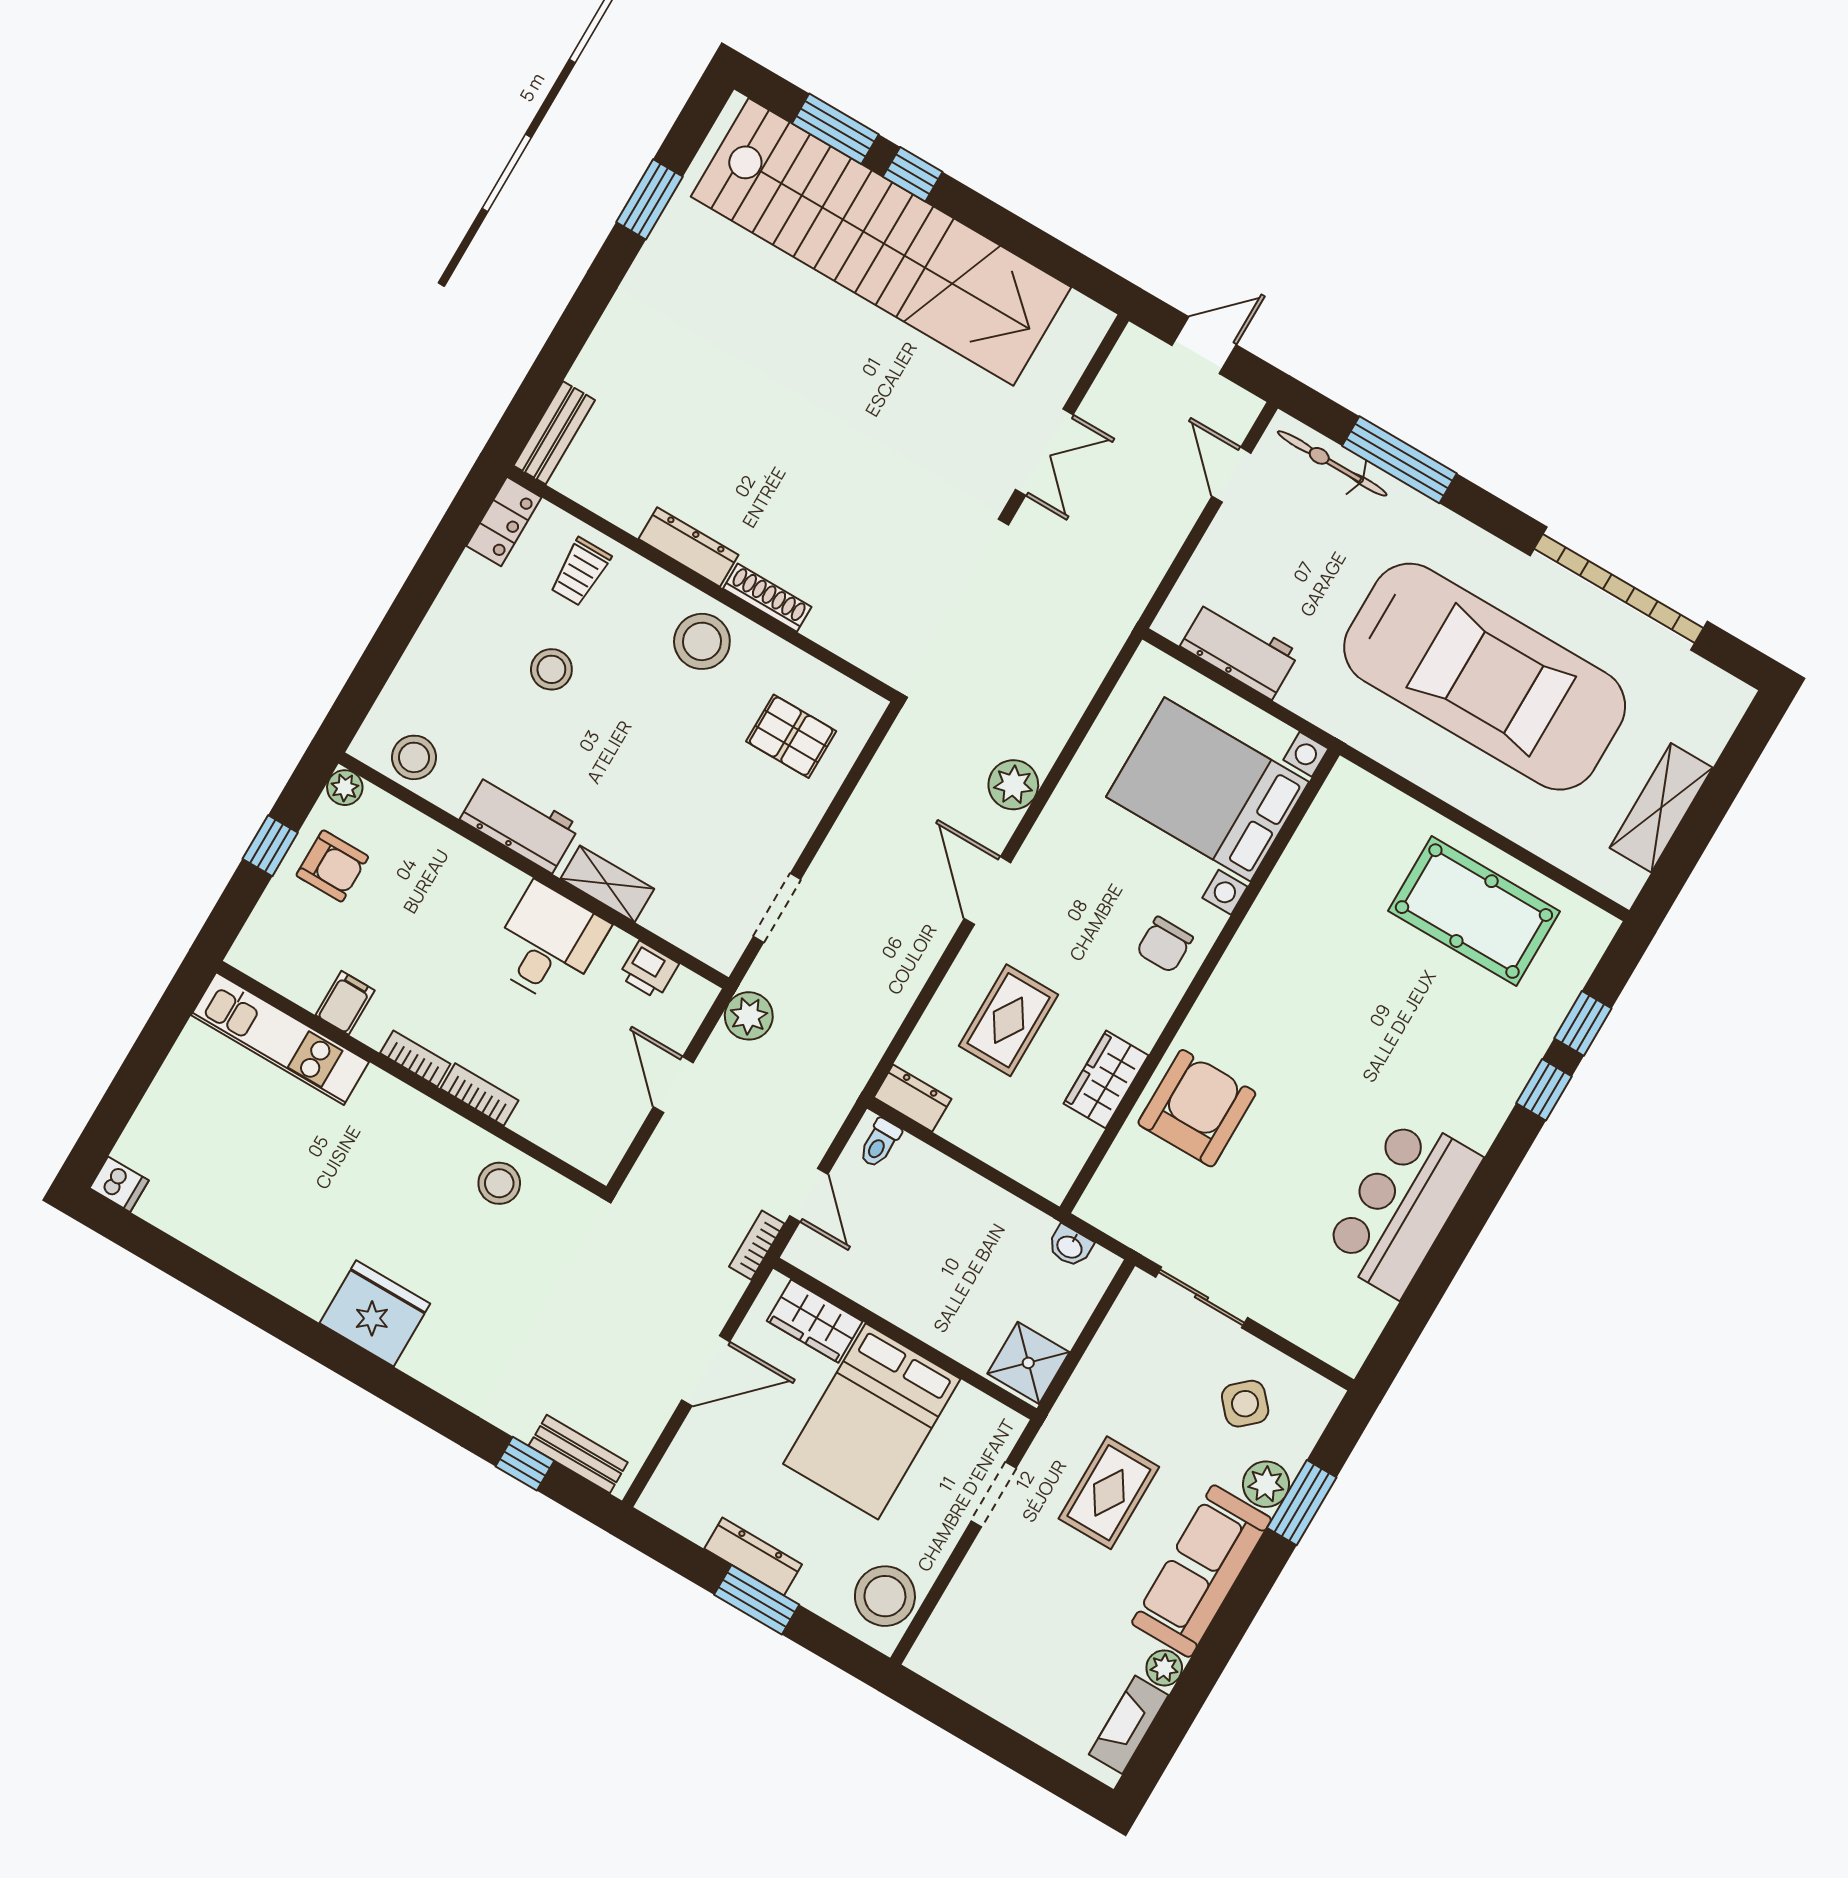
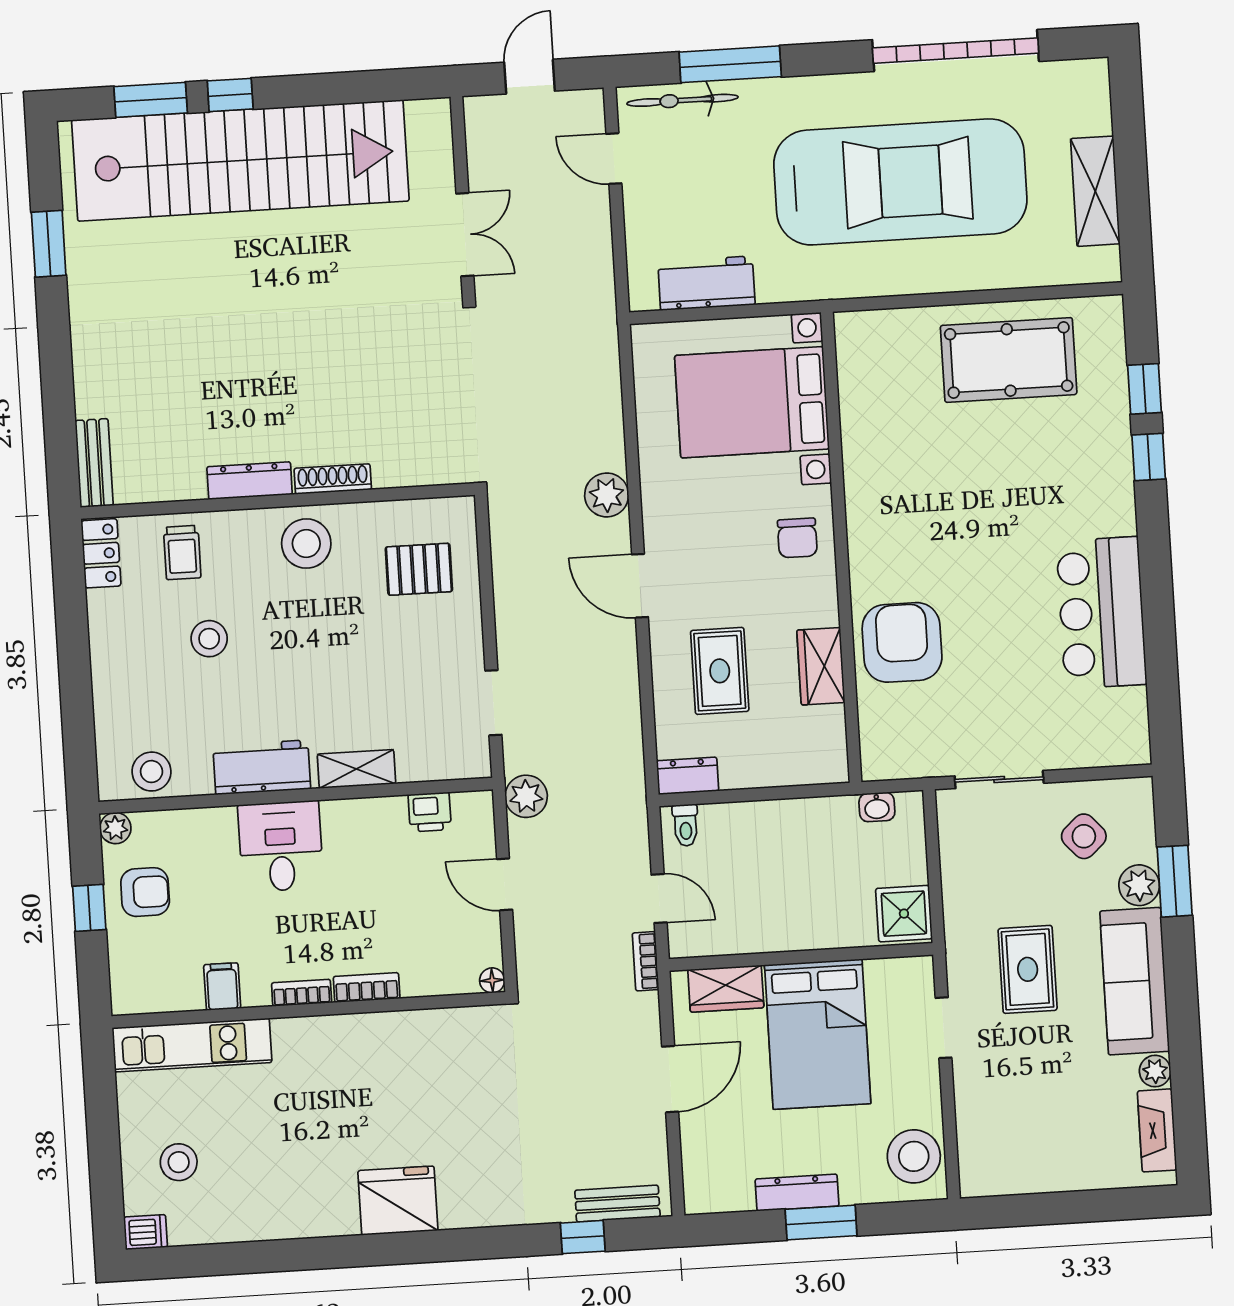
desk: (548, 944) -> (281, 846), moved
floor lamp: (601, 1167) -> (492, 980), added
stool: (499, 1183) -> (179, 1162), moved

